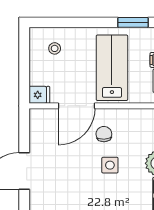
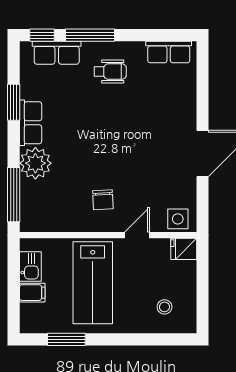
door: (77, 106) -> (137, 235), width x0.53
side table: (110, 165) -> (178, 219), moved

